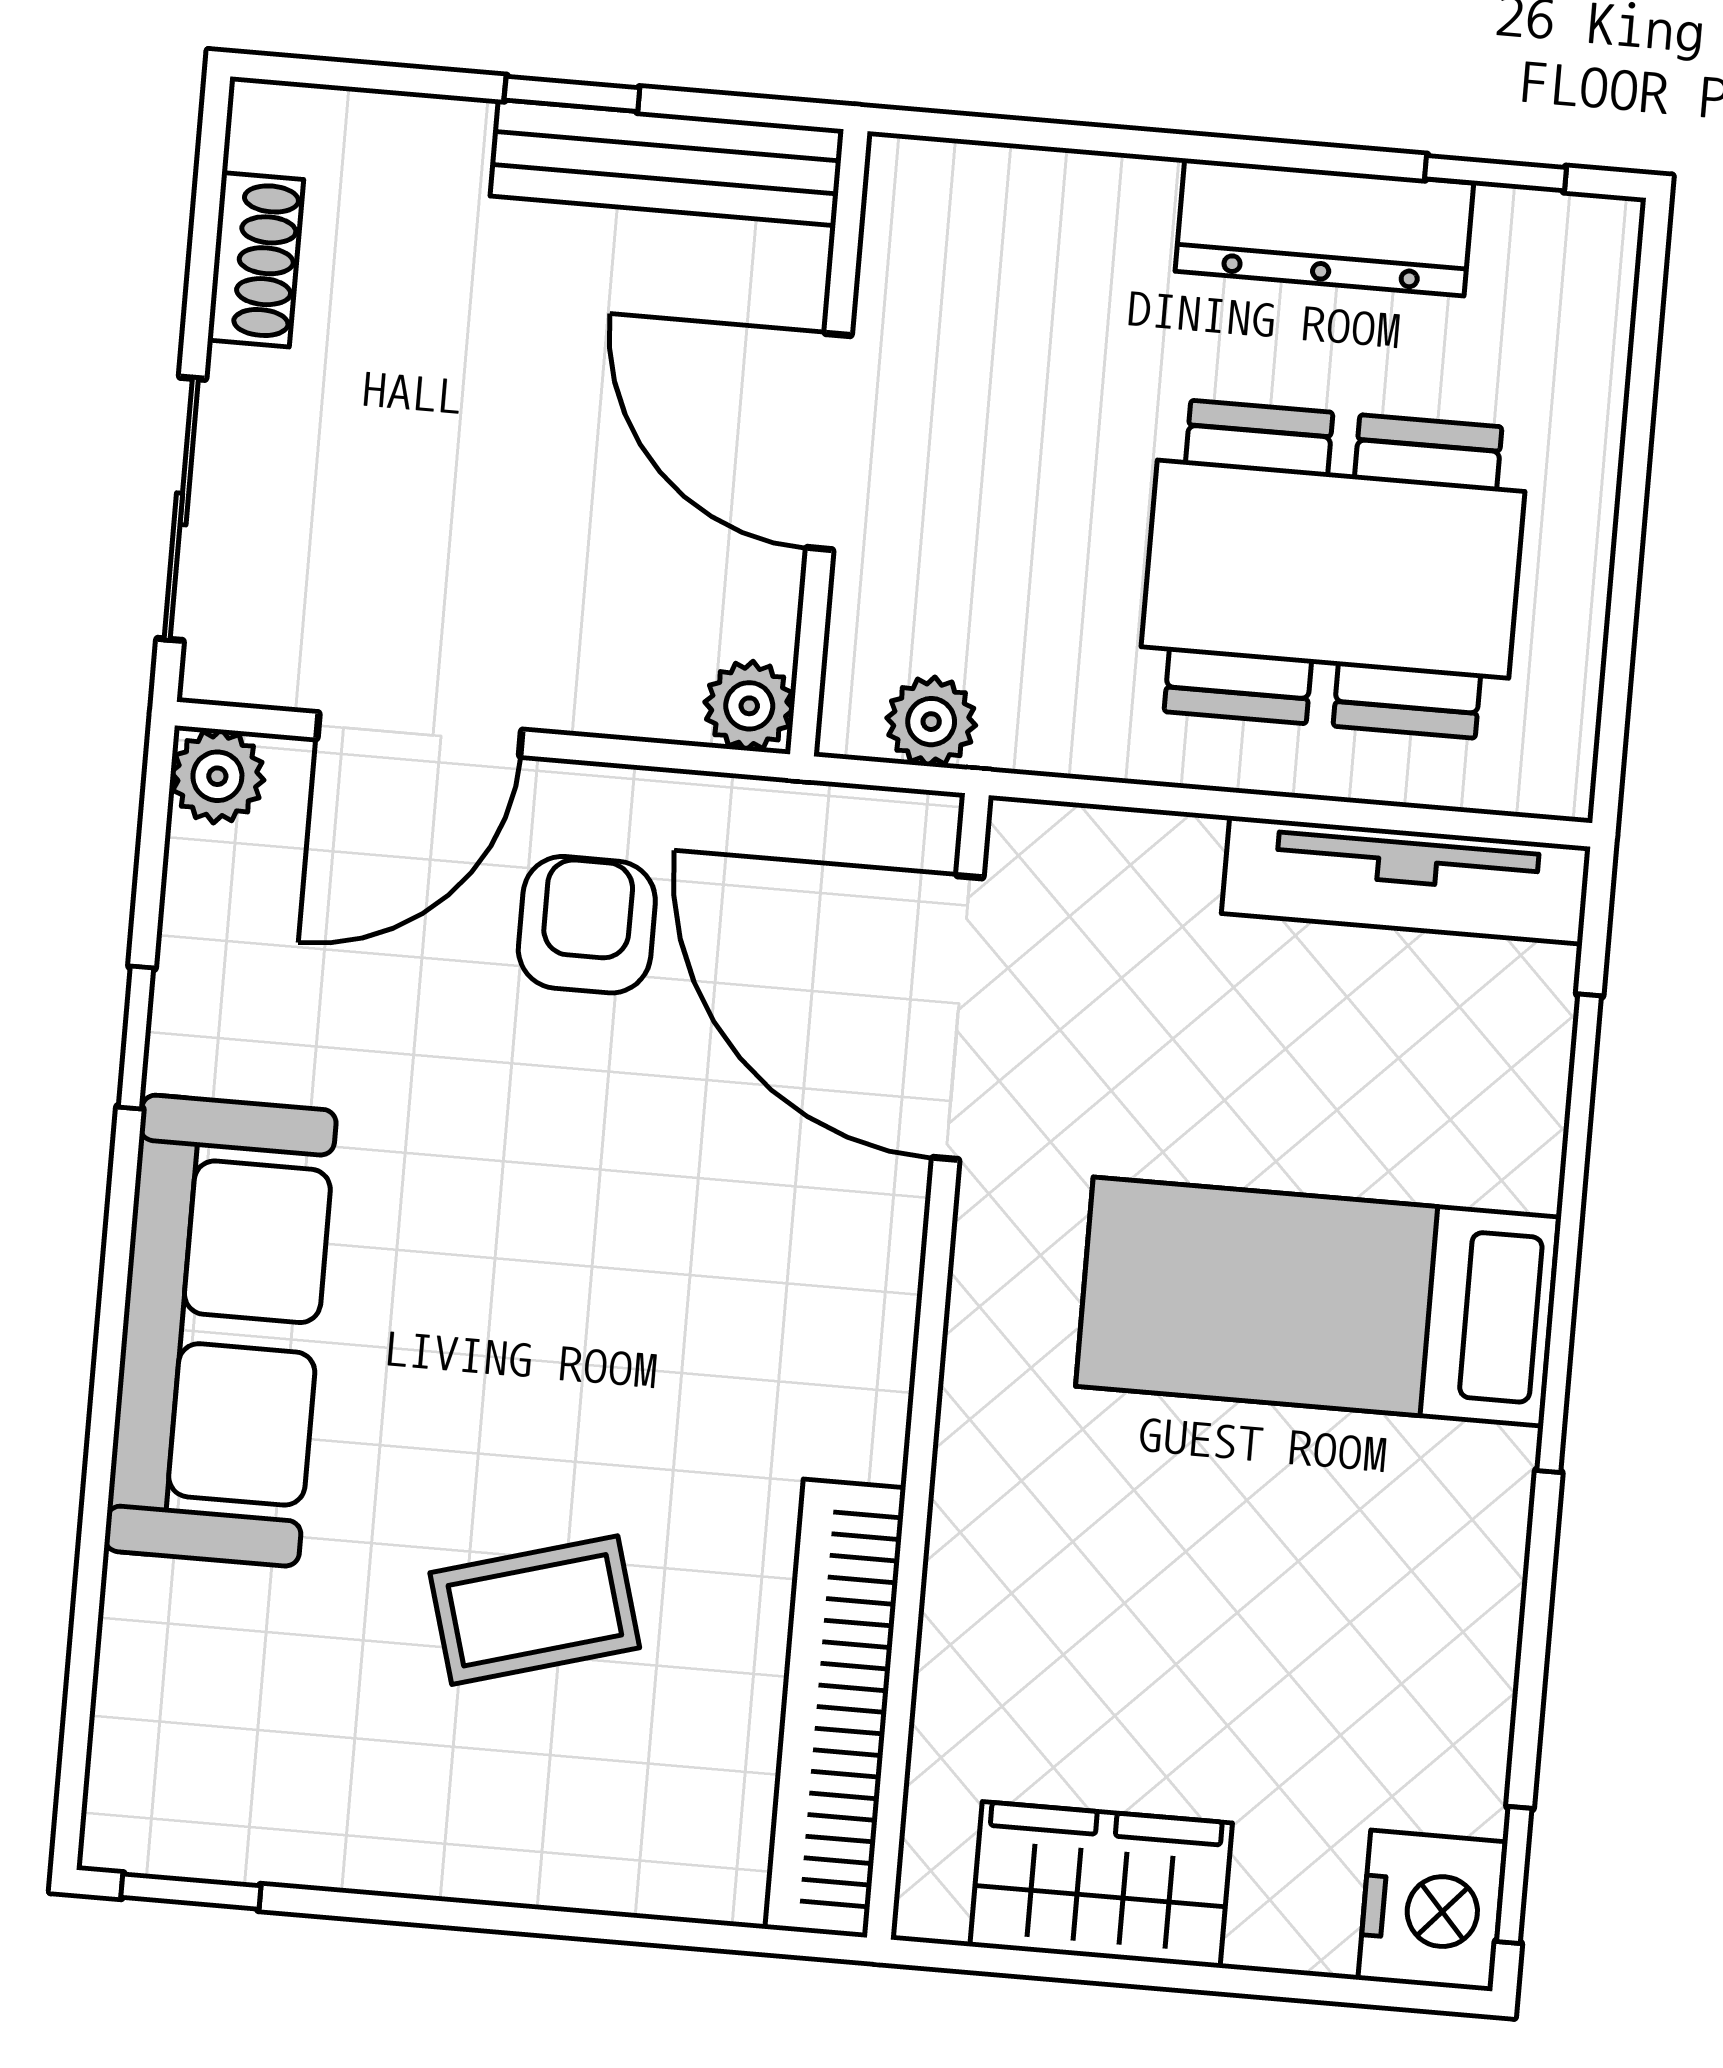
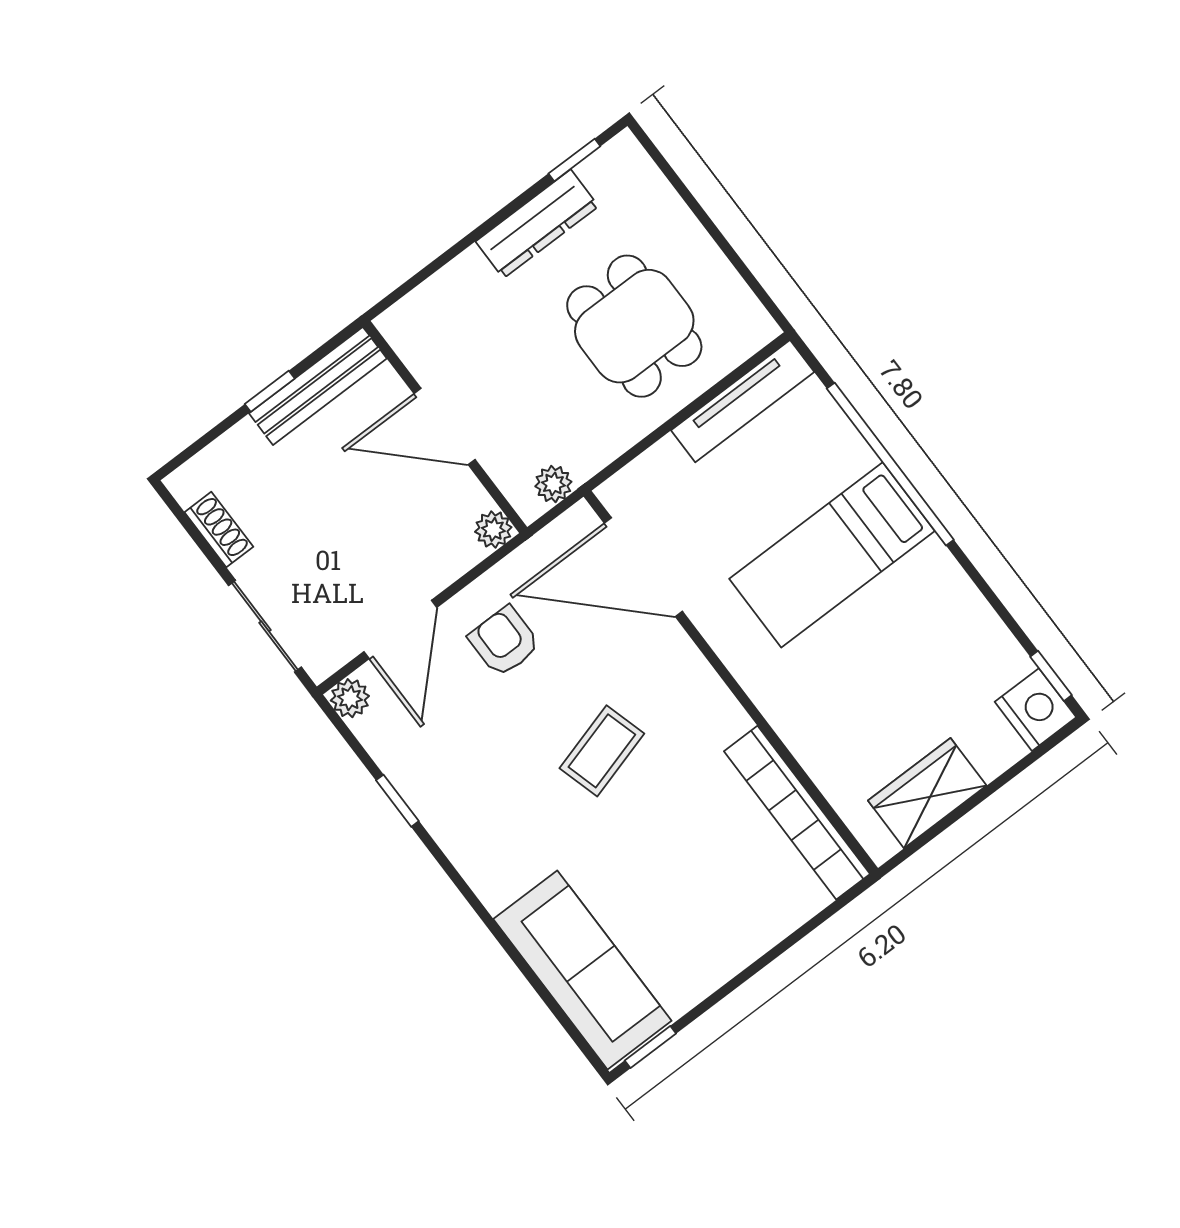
dining table: (1333, 569) -> (634, 326), width x0.73
sofa: (220, 1331) -> (582, 970), moved
coffee table: (535, 1610) -> (602, 751), moved

